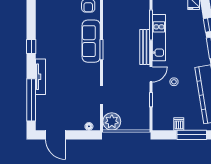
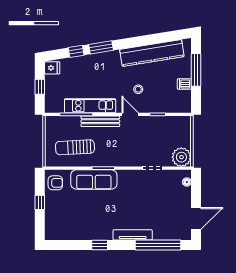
sun lounger: (121, 24) -> (75, 147), added

